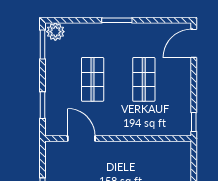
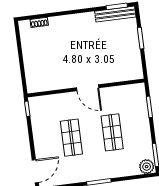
door: (81, 138) -> (88, 88), moved

